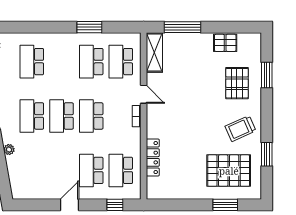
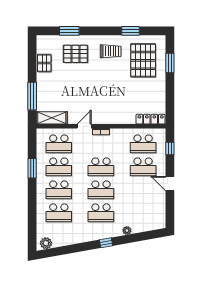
school desk: (62, 62) -> (59, 190), added
trolley: (240, 129) -> (111, 51), turned -66
locker: (153, 158) -> (151, 119), moved

